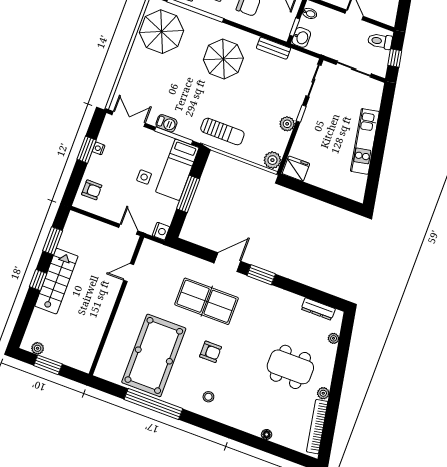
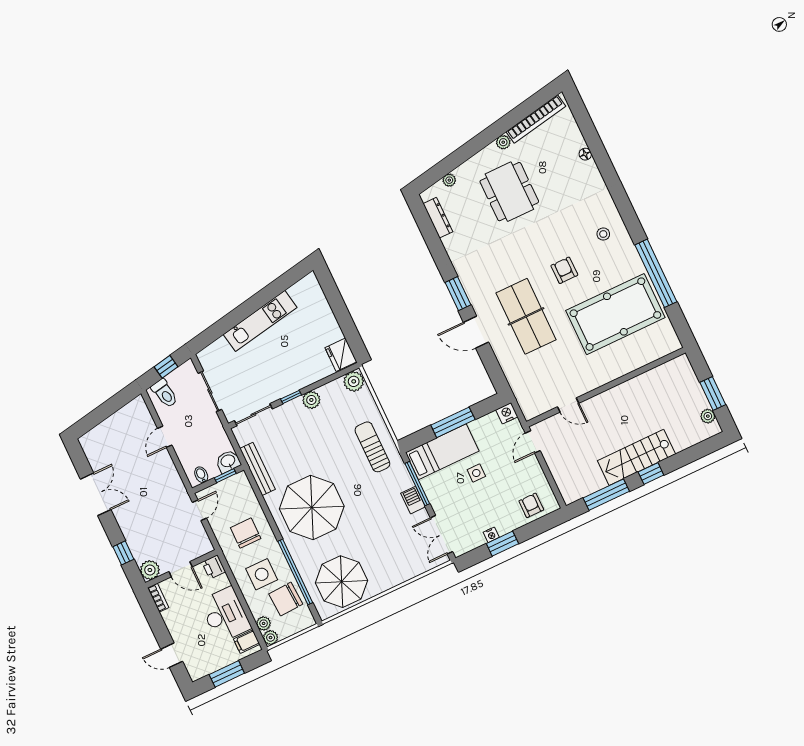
bench: (273, 48) -> (257, 469), width x1.36
parasol: (223, 59) -> (312, 507), width x1.36, depth x1.36
window: (53, 241) -> (606, 495), width x1.44

